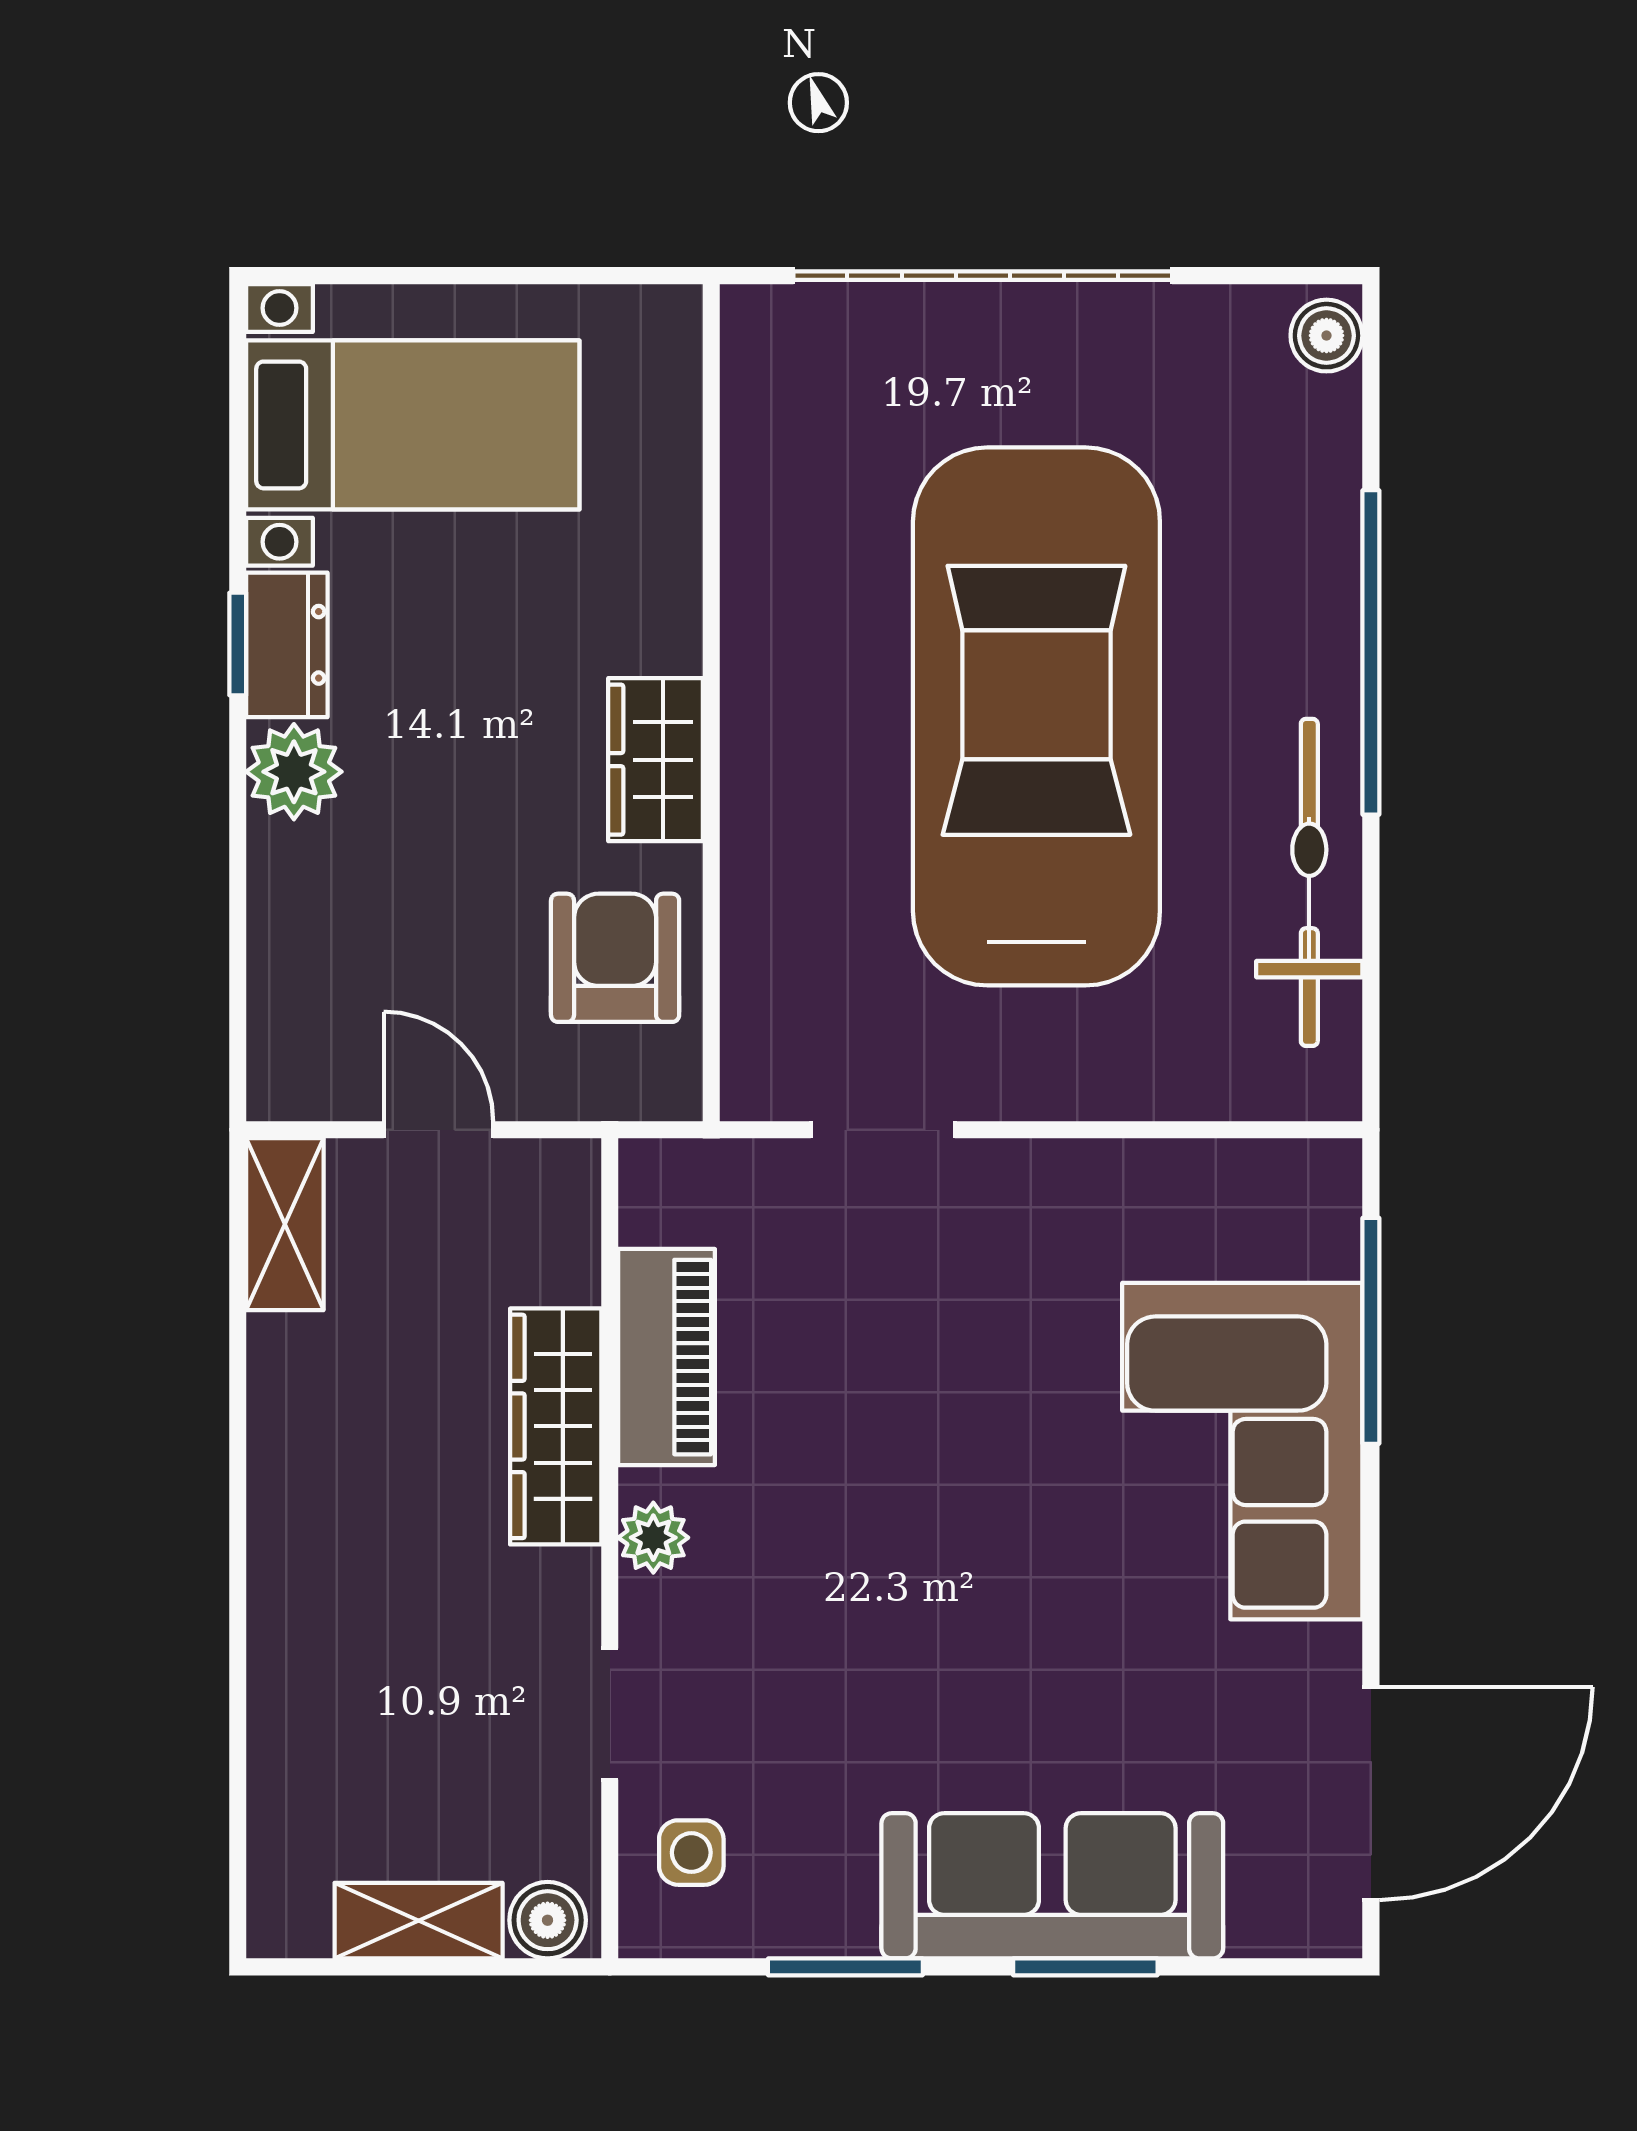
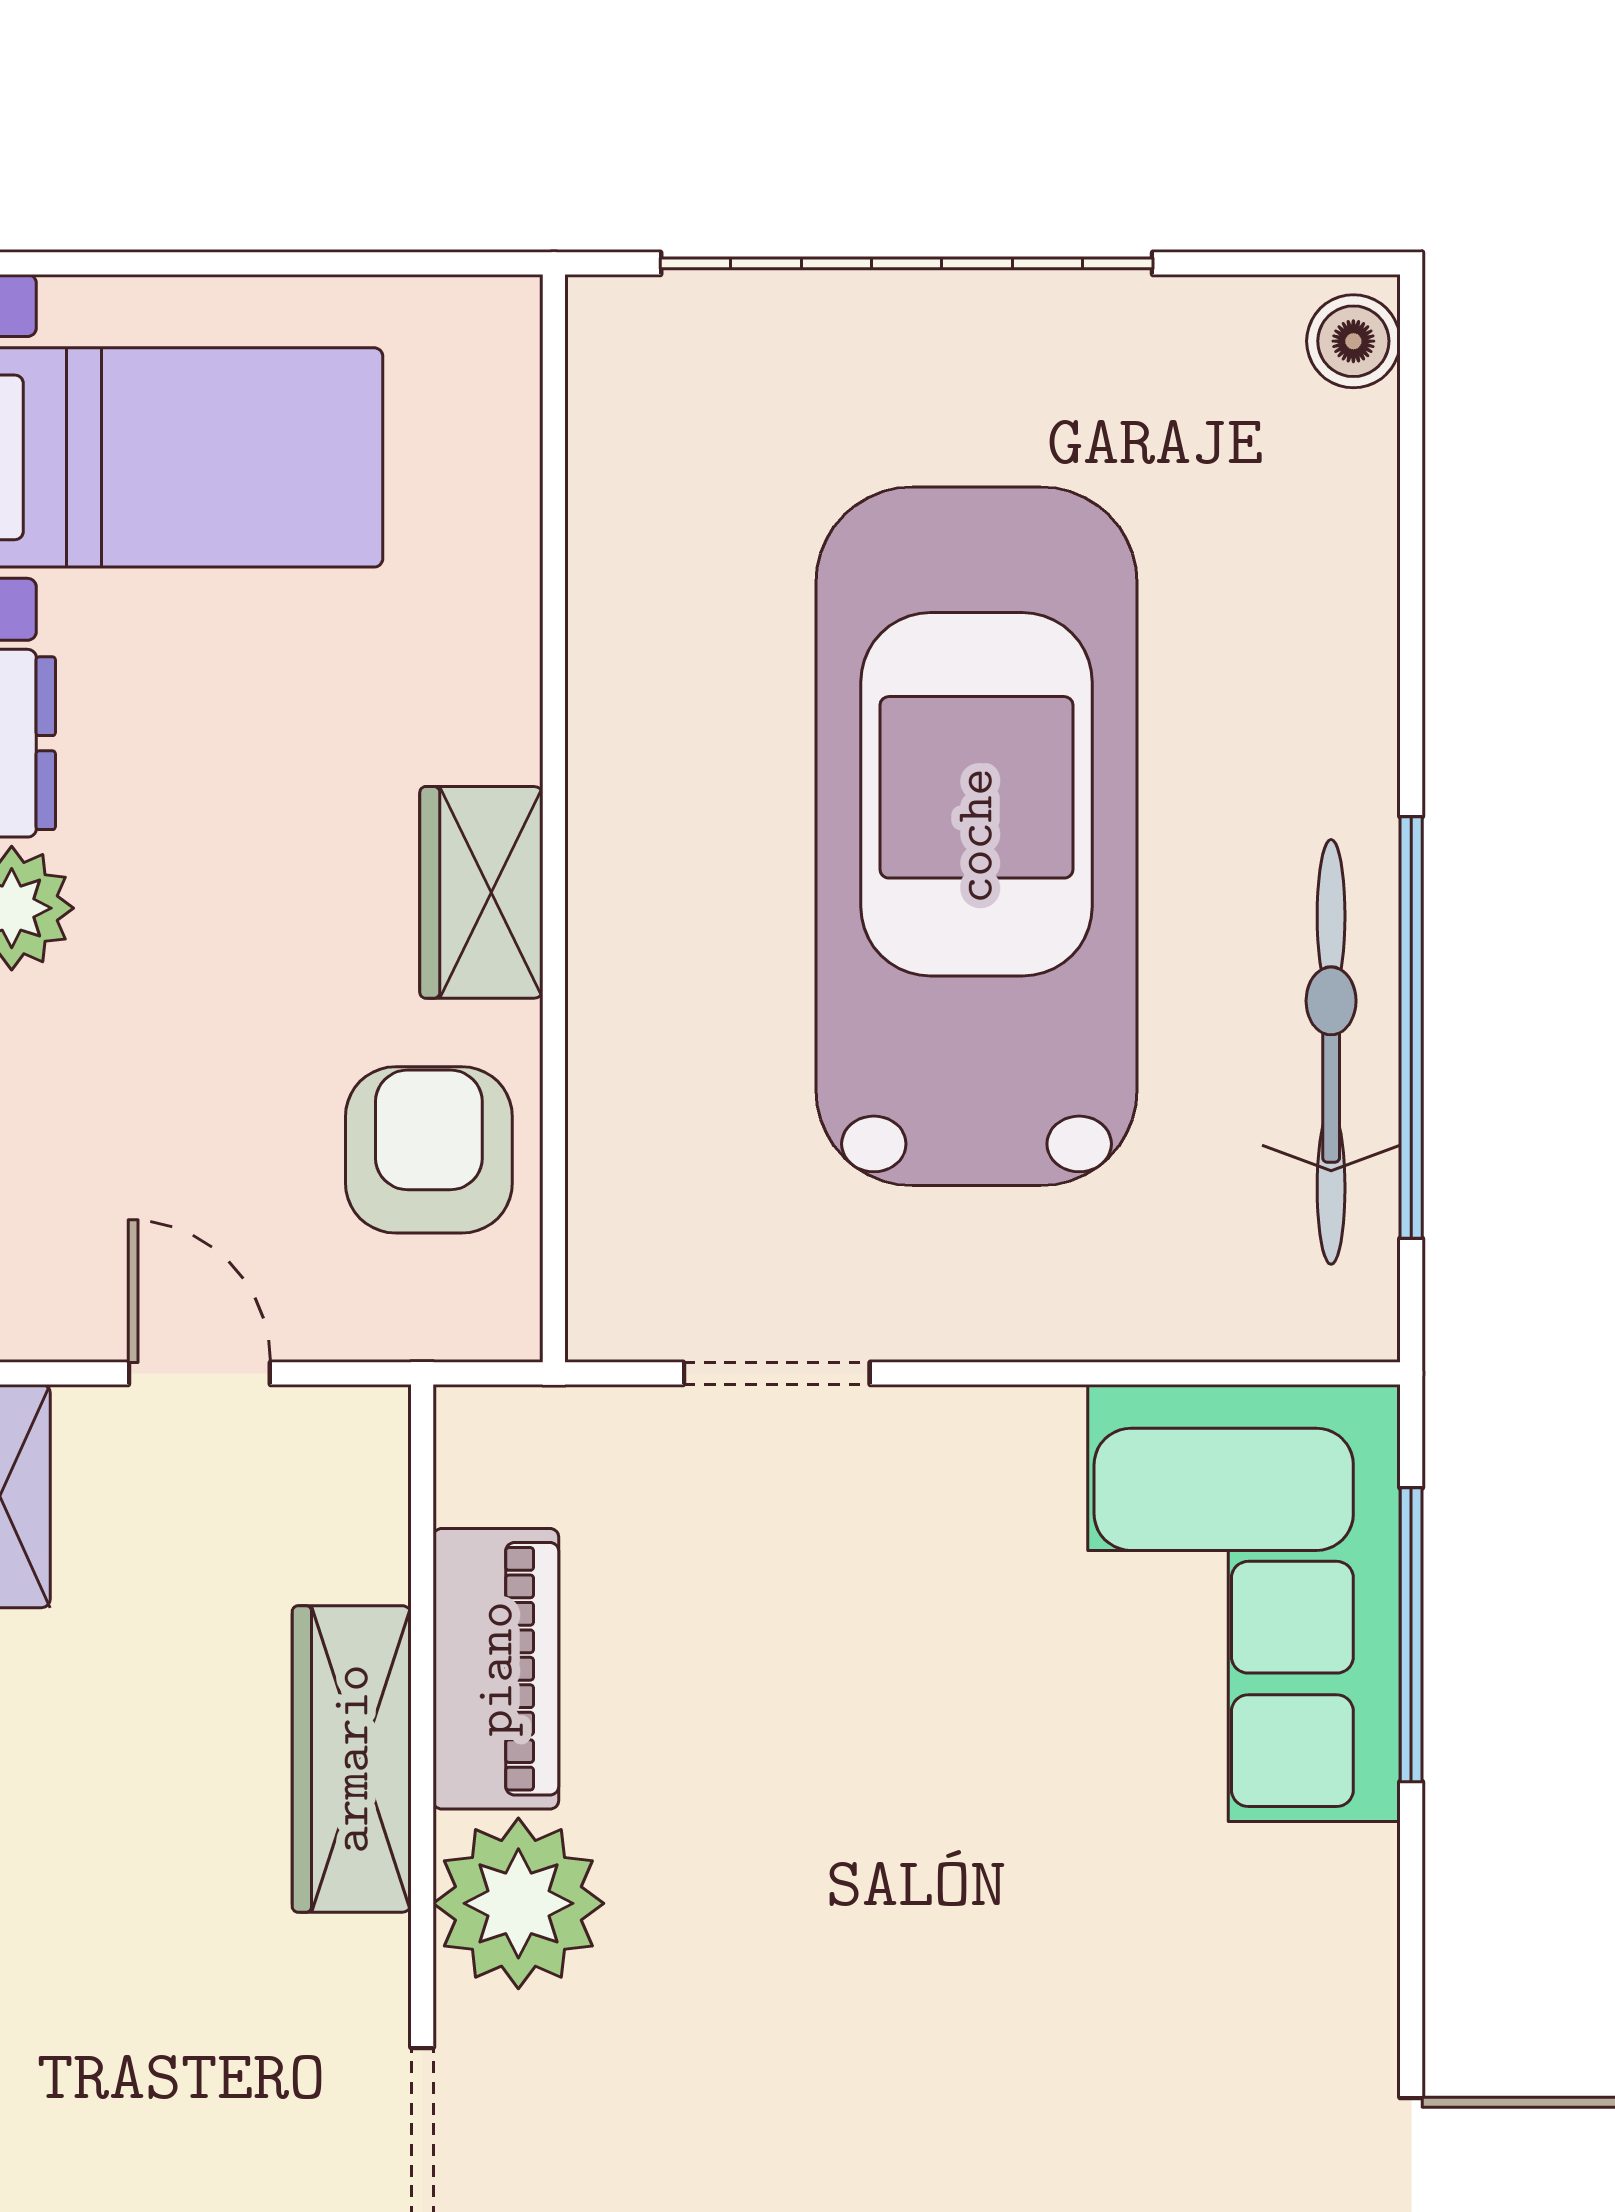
window: (1371, 652) -> (1411, 1028), moved
corner sofa: (1242, 1451) -> (1244, 1603), moved
plant: (653, 1538) -> (518, 1903), width x1.87, depth x1.87

